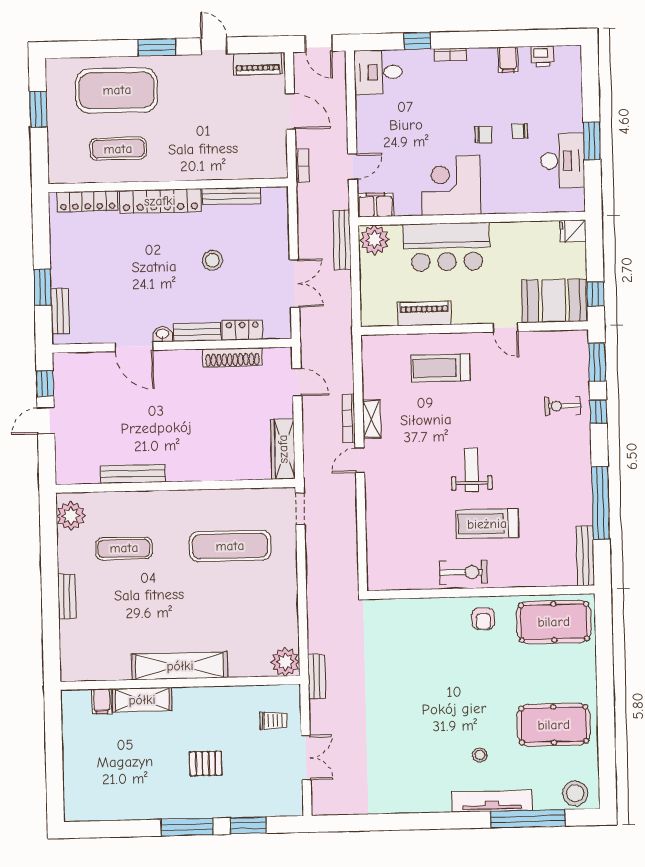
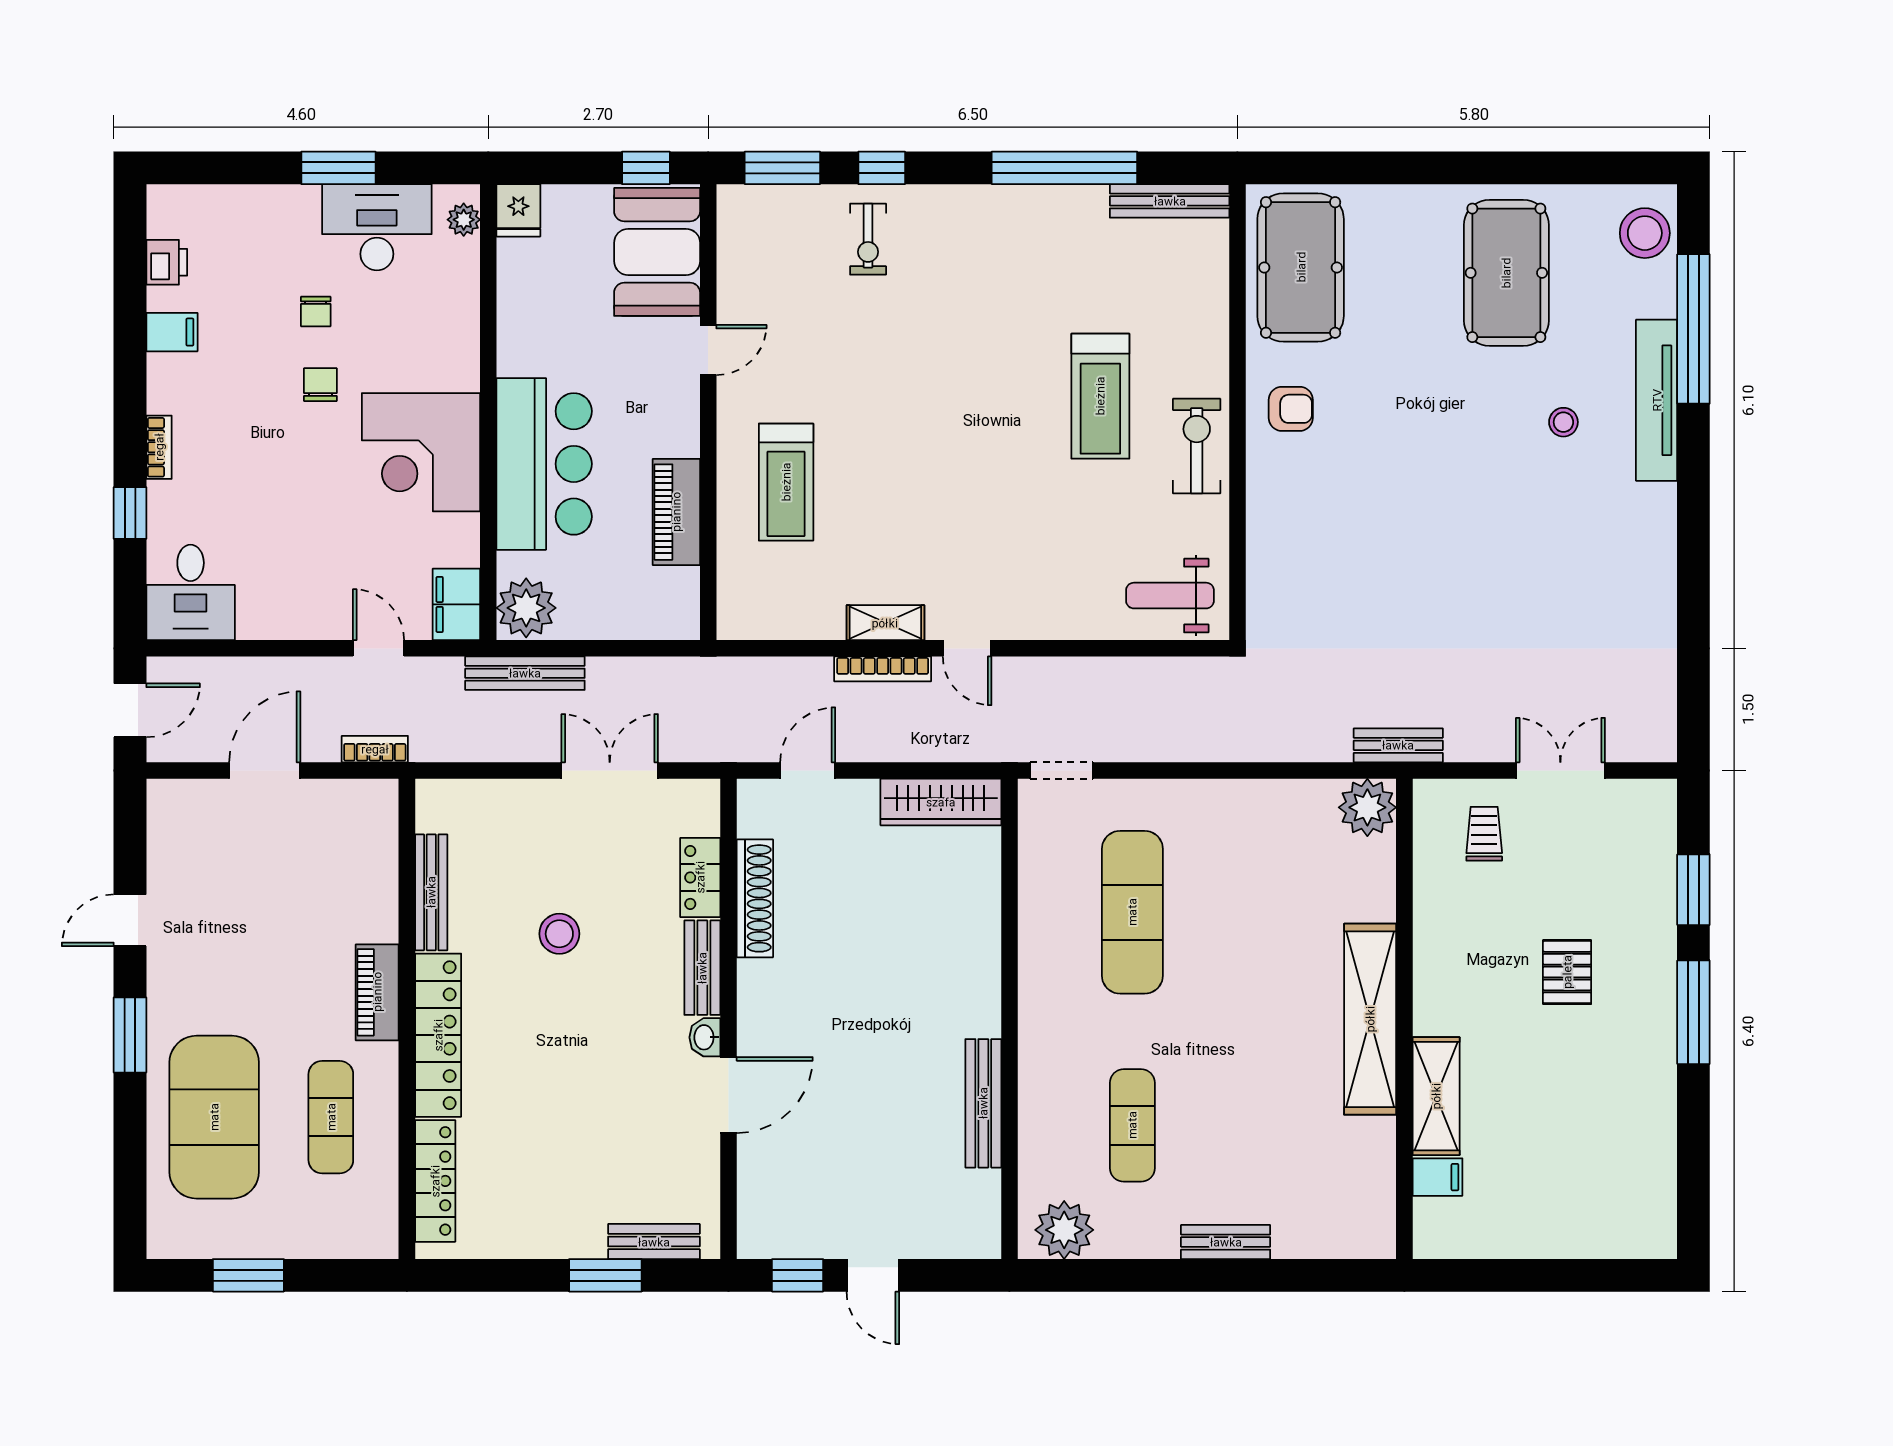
piano: (258, 64) -> (377, 992), moved, turned 180
plant: (567, 204) -> (464, 220), added
weight bench: (471, 470) -> (1170, 596), moved

